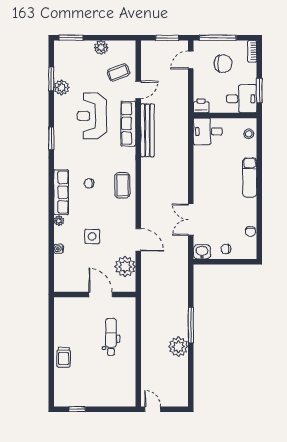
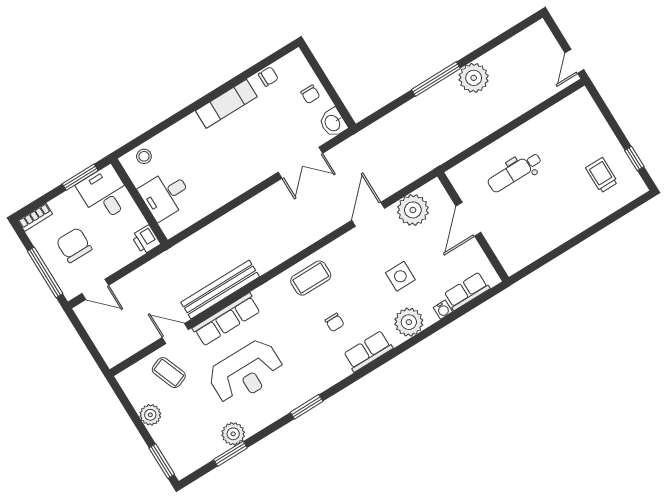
window: (167, 38) -> (85, 338), removed
desk: (208, 131) -> (165, 195), moved, turned 90
exam couch: (250, 177) -> (226, 104), moved
row of seats: (61, 192) -> (368, 351), width x0.68
plant: (59, 221) -> (409, 322), width x1.87, depth x1.87
row of seats: (61, 269) -> (467, 291), added
trolley: (64, 357) -> (602, 175), moved, turned -90

